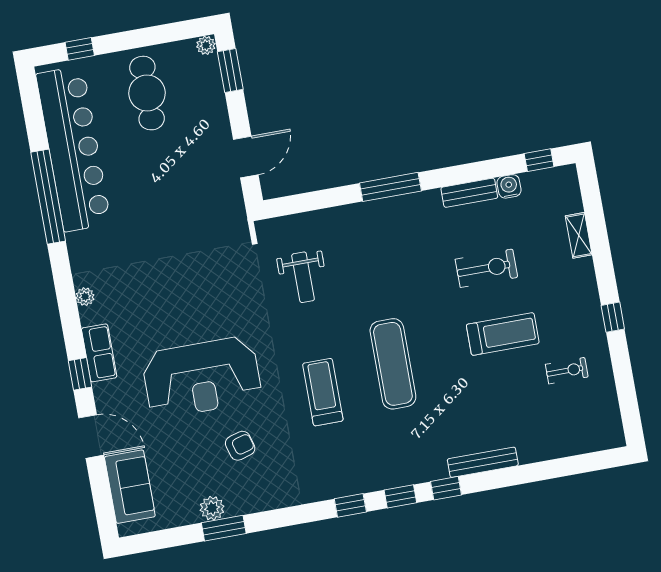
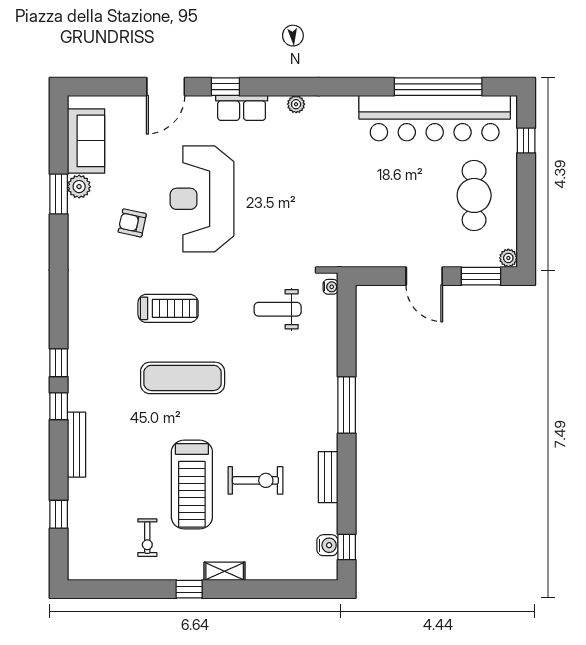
cafe table: (147, 93) -> (474, 195), turned 90
door: (246, 157) -> (424, 276), moved
water cooler: (509, 186) -> (327, 545), moved
window: (48, 197) -> (438, 87), moved
water cooler: (270, 226) -> (331, 287), added
shelving: (579, 235) -> (225, 571), moved
exercise bike: (486, 268) -> (255, 480), turned -90
treadmill: (503, 334) -> (192, 484), width x1.37, depth x1.38
armchair: (240, 446) -> (132, 223), turned 118
sofa: (130, 487) -> (86, 141), moved, turned -90
window: (350, 505) -> (59, 514), moved

